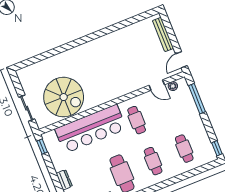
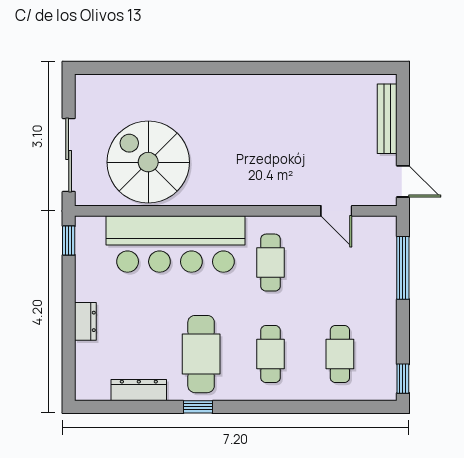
door: (181, 60) -> (403, 181), swing flipped
plant: (173, 86) -> (366, 225), removed
spiral stairs: (64, 97) -> (148, 162), turned 180
sliding door: (27, 108) -> (69, 155), width x1.37

